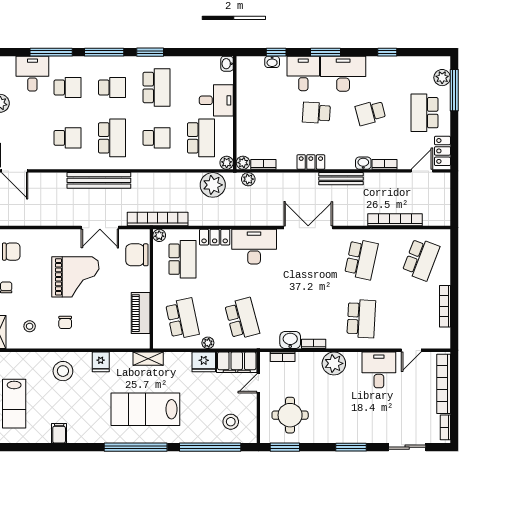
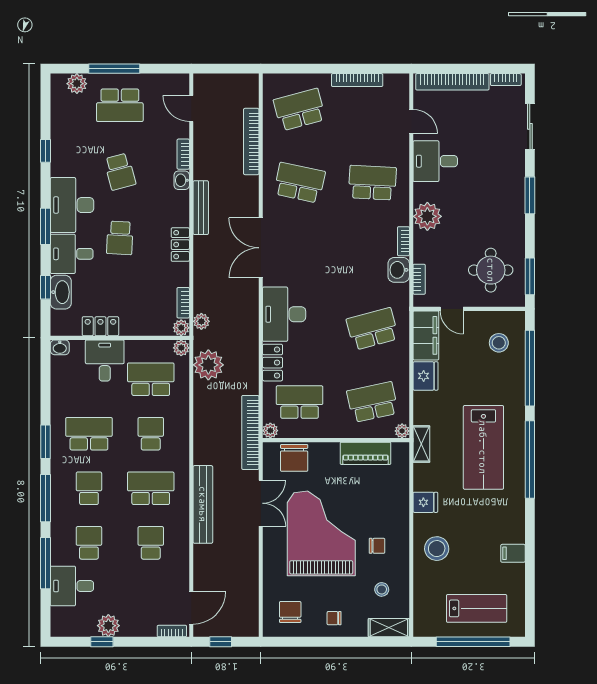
washbasin: (272, 62) -> (61, 292), width x1.91, depth x1.45
window: (454, 90) -> (114, 69), moved
locker: (442, 151) -> (100, 326), moved, turned 180
school desk: (421, 259) -> (300, 110), turned -36
grand piano: (75, 277) -> (321, 533), width x1.37, depth x1.48
plant: (208, 343) -> (402, 431), moved

